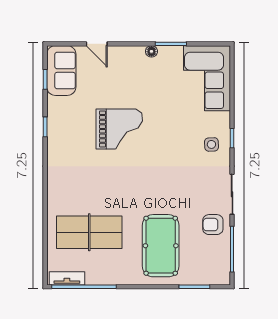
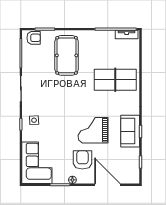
door: (97, 44) -> (107, 185), width x1.88
sofa: (61, 71) -> (130, 131), moved
armchair: (136, 83) -> (82, 160), added
armchair: (213, 225) -> (34, 38), moved
table tennis table: (89, 232) -> (115, 80), moved

